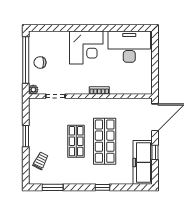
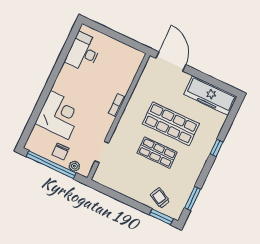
corner desk: (86, 47) -> (59, 115), moved
desk: (129, 47) -> (83, 52), width x0.73, depth x0.77
plant: (33, 90) -> (74, 166), moved
window: (26, 136) -> (161, 217), moved
window: (155, 152) -> (206, 78), removed

